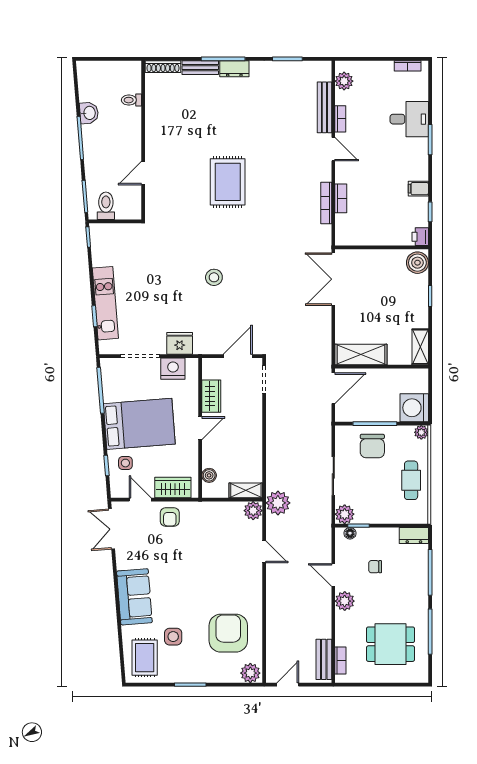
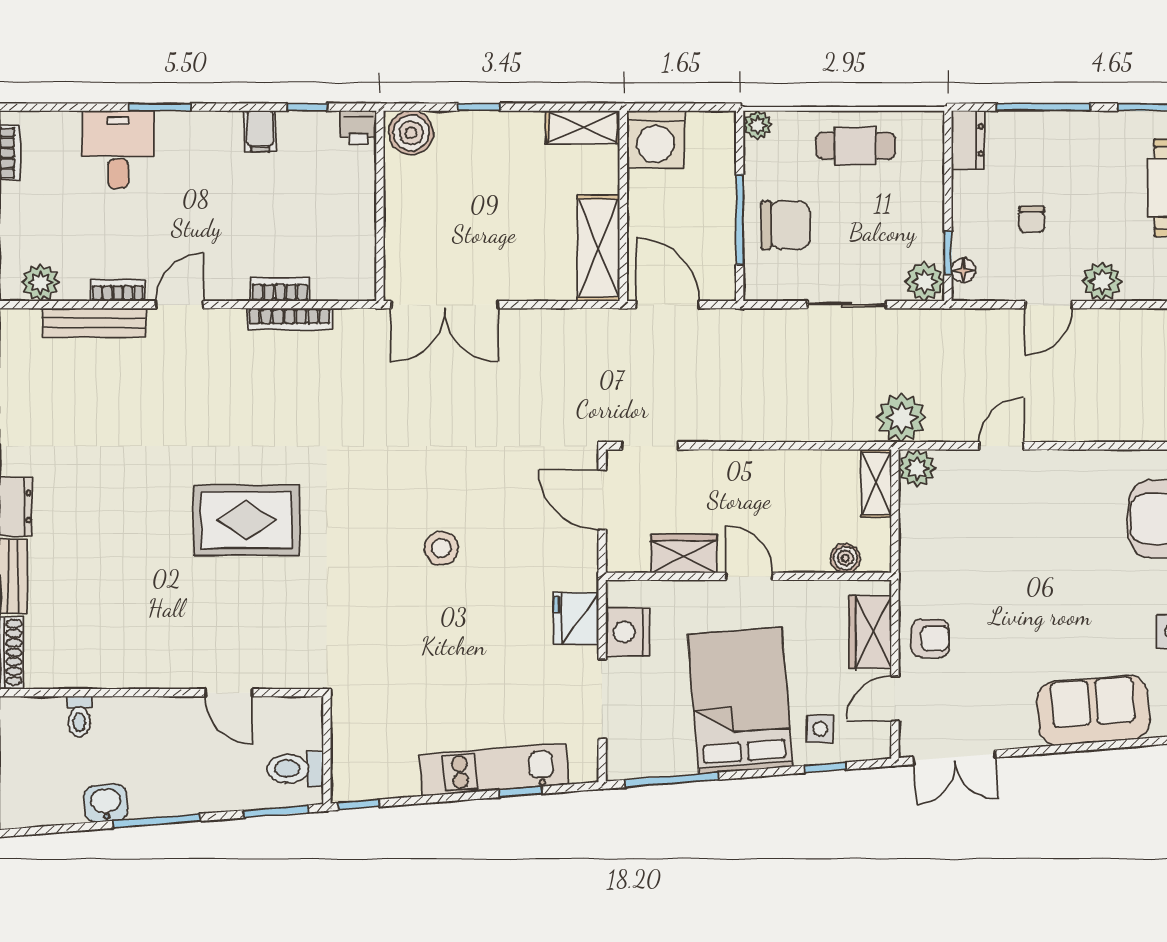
washing machine: (414, 408) -> (656, 139), moved

